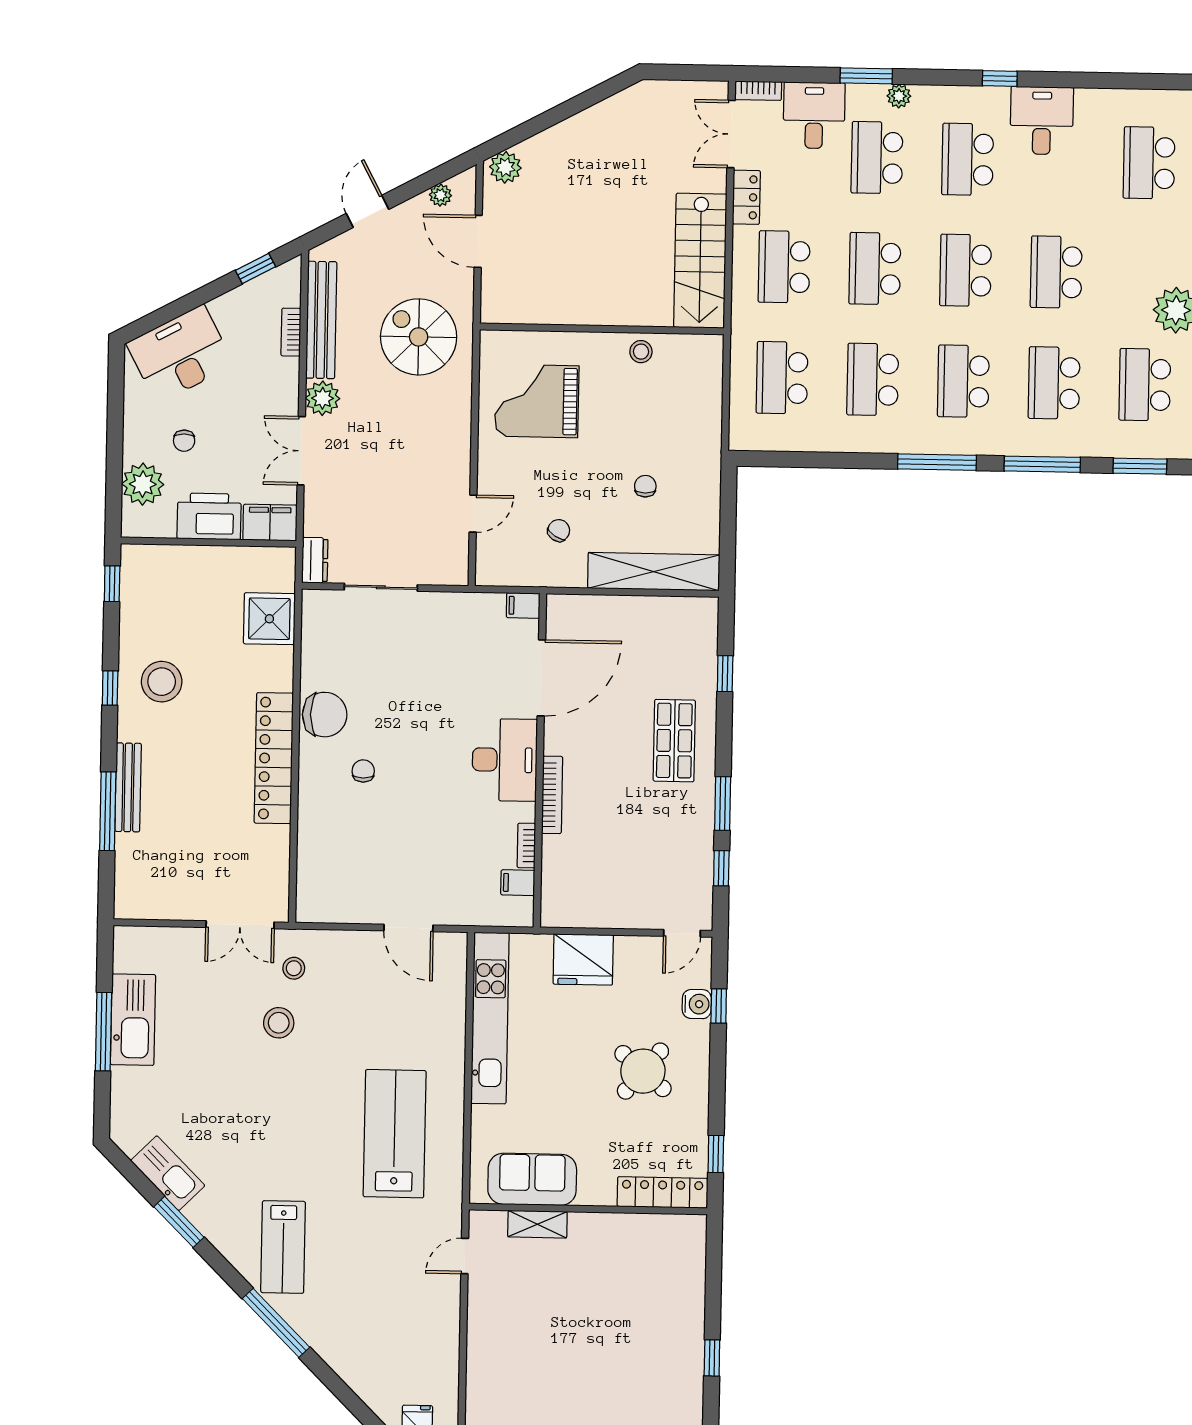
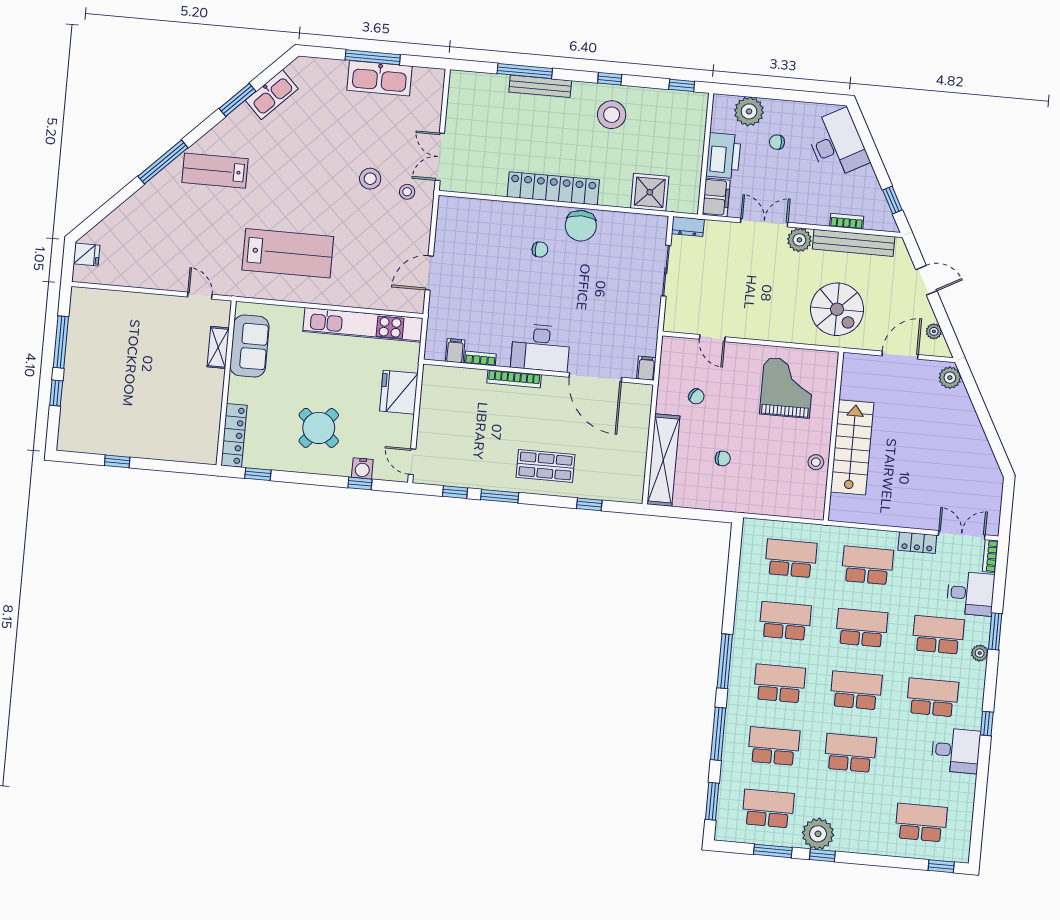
stairs: (700, 261) -> (852, 447), moved, turned 90
spiral stairs: (419, 337) -> (837, 309), turned 90

